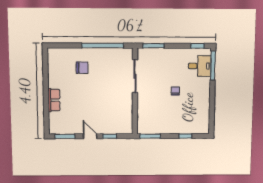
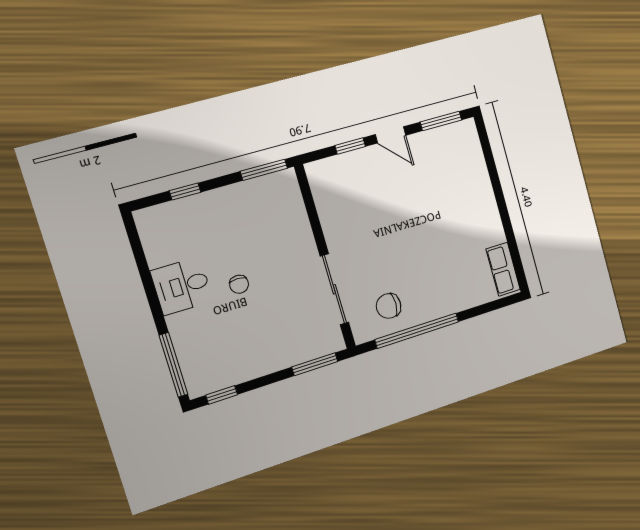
desk: (200, 66) -> (182, 286), moved
chair: (82, 68) -> (389, 306), moved
row of seats: (54, 100) -> (503, 269), moved

